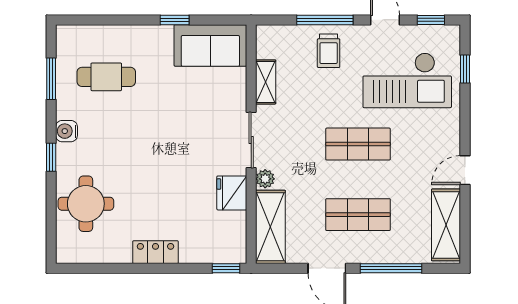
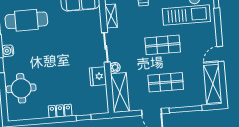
cafe table: (106, 77) -> (26, 20), width x1.37, depth x1.35
window: (226, 268) -> (84, 118), moved

